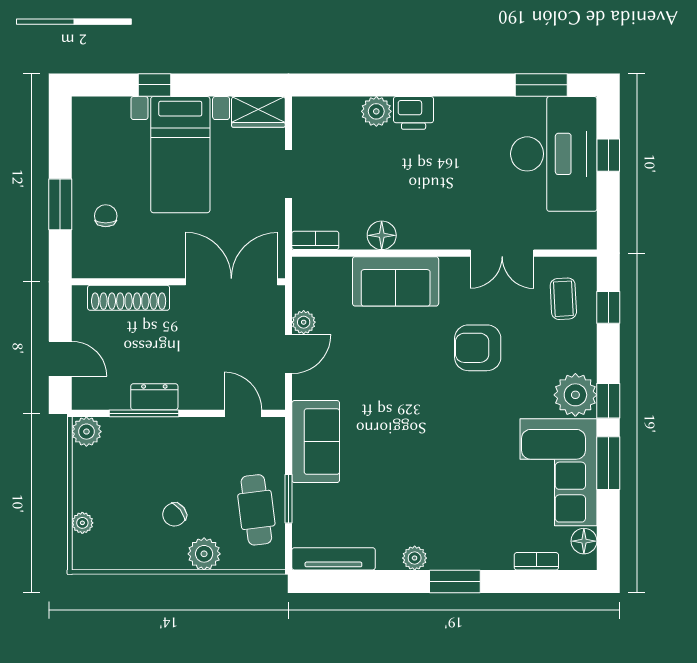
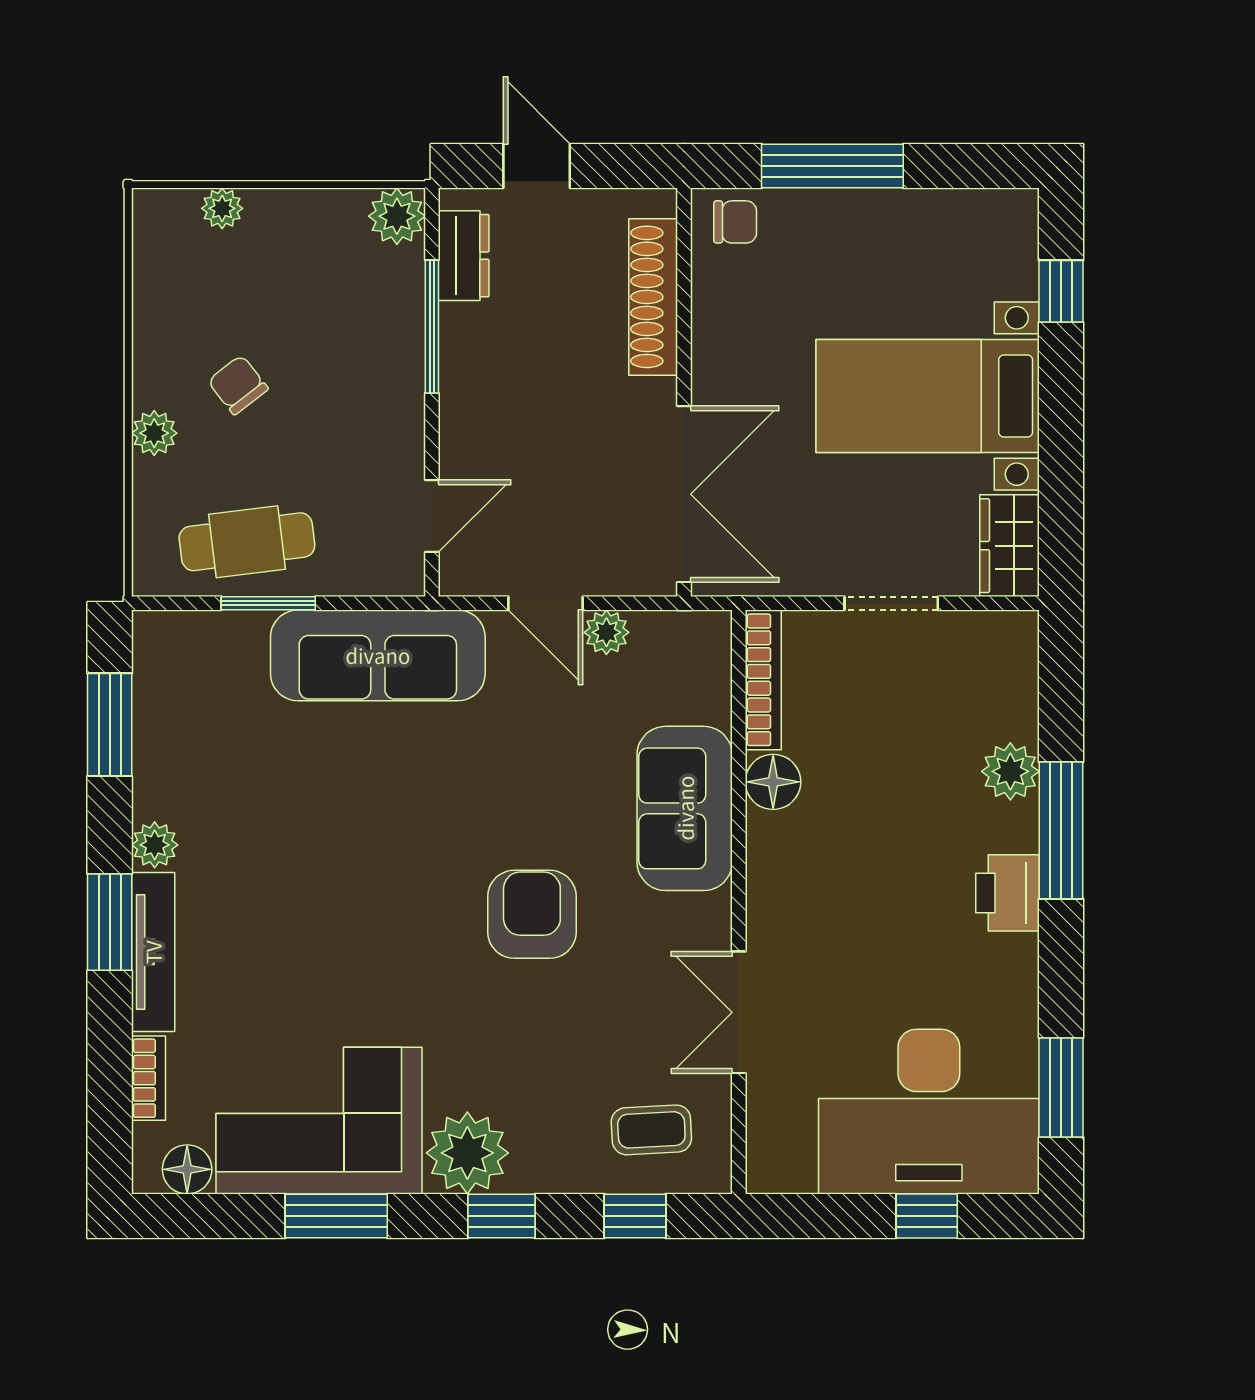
window: (154, 85) -> (1061, 291), moved
window: (407, 85) -> (1061, 830), added
printer: (414, 113) -> (1007, 893), moved
window: (60, 204) -> (832, 166), width x1.44
chair: (106, 216) -> (735, 222), moved
bookcase: (315, 240) -> (763, 680), width x1.56
armchair: (478, 348) -> (532, 914), moved
door: (60, 359) -> (537, 166), swing flipped
dresser: (154, 397) -> (464, 256), moved
window: (608, 401) -> (502, 1216), moved
sofa: (316, 442) -> (378, 655), width x1.36
plant: (204, 554) -> (154, 433), width x0.73, depth x0.73
tv unit: (333, 559) -> (153, 952), moved
window: (352, 582) -> (110, 725), added

